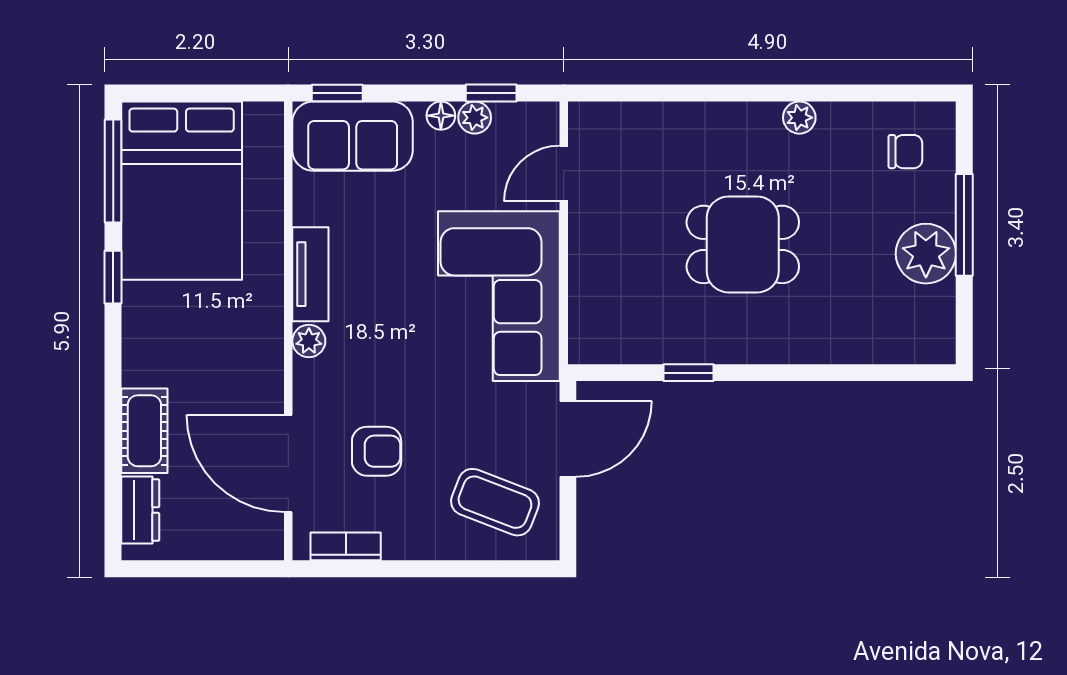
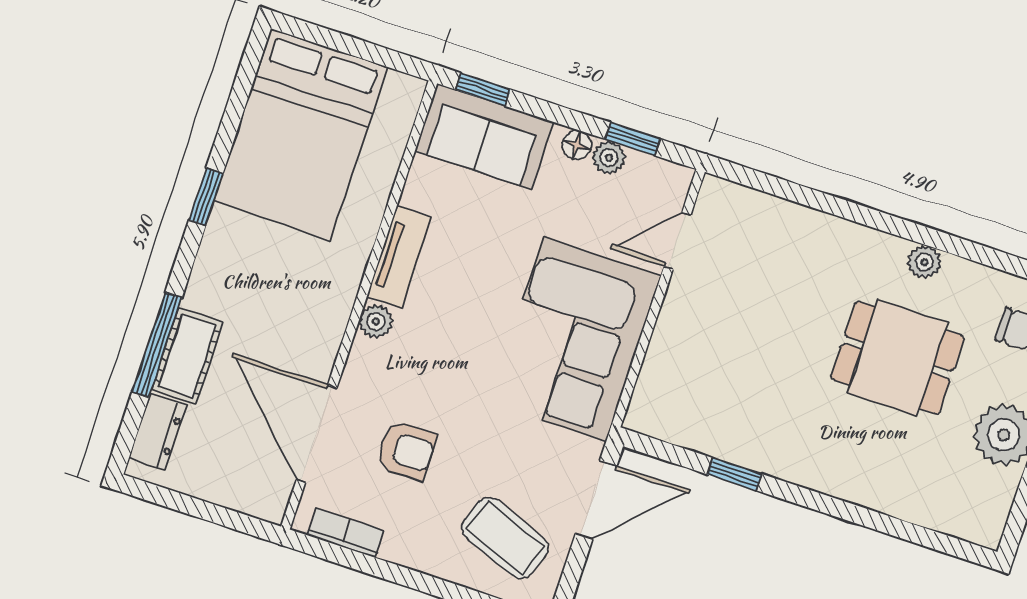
window: (113, 171) -> (157, 345), moved
dining table: (743, 244) -> (897, 358), moved

